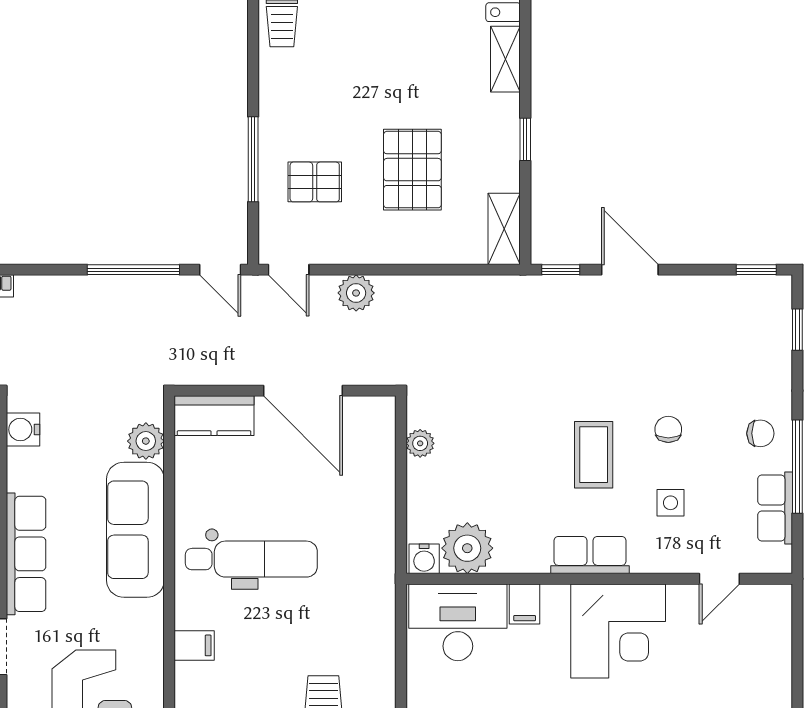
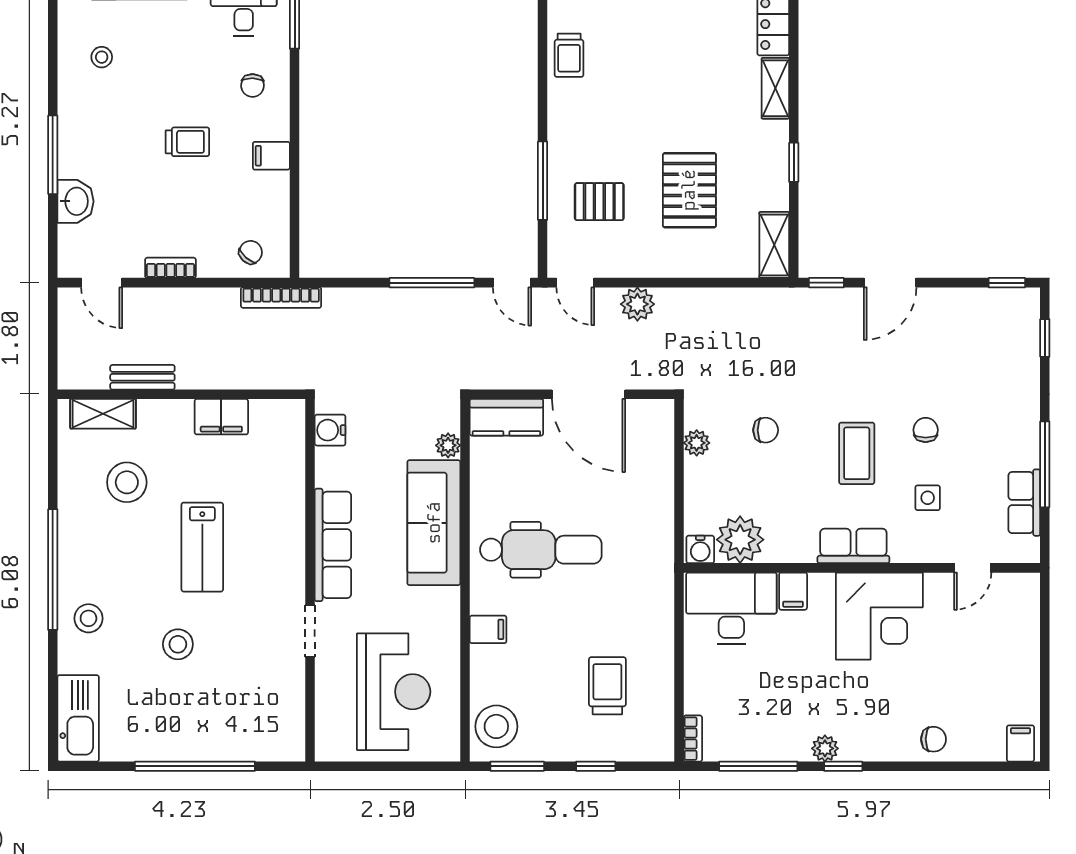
door: (630, 270) -> (890, 283), swing flipped
chair: (760, 433) -> (766, 430), moved
plant: (146, 441) -> (448, 445), width x0.73, depth x0.73

